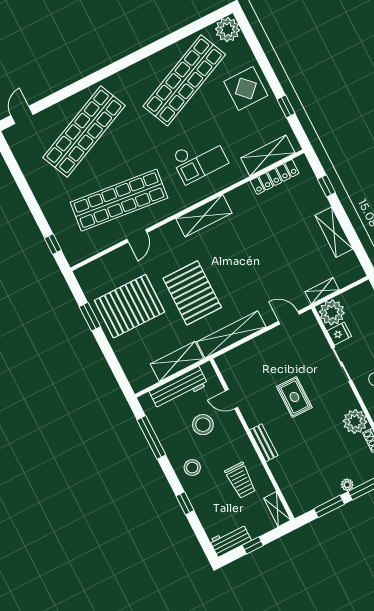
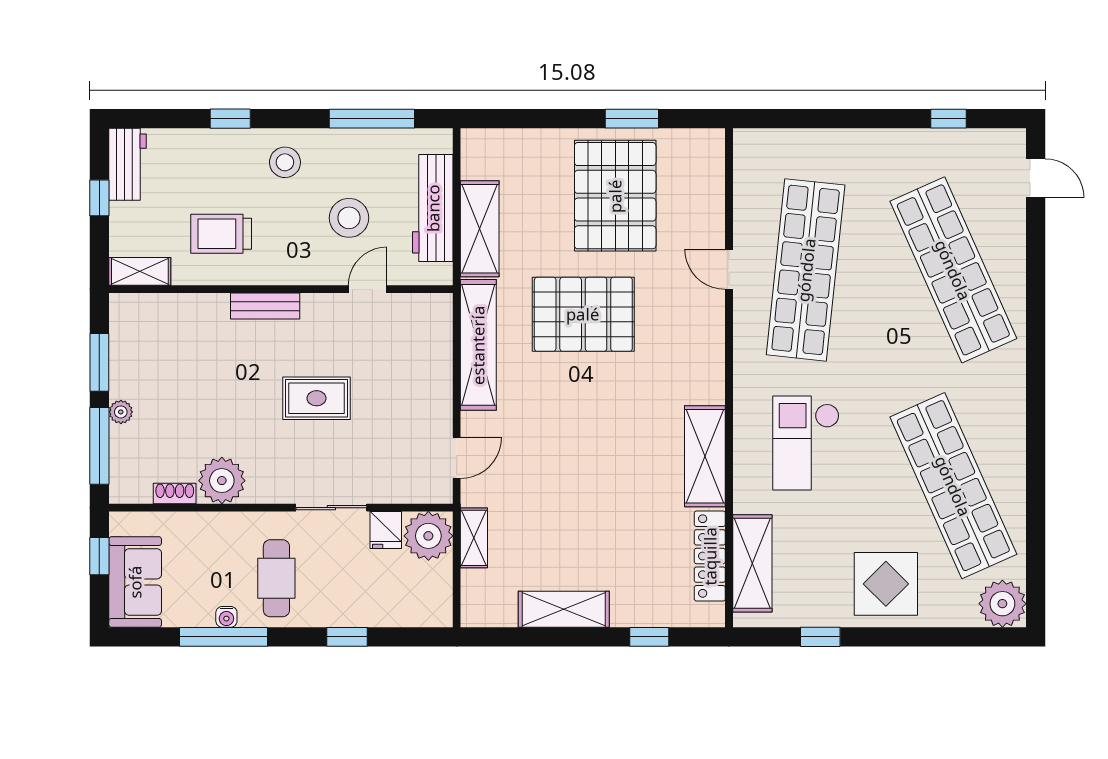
shelving: (204, 216) -> (705, 456), moved
window: (53, 244) -> (948, 119), moved

